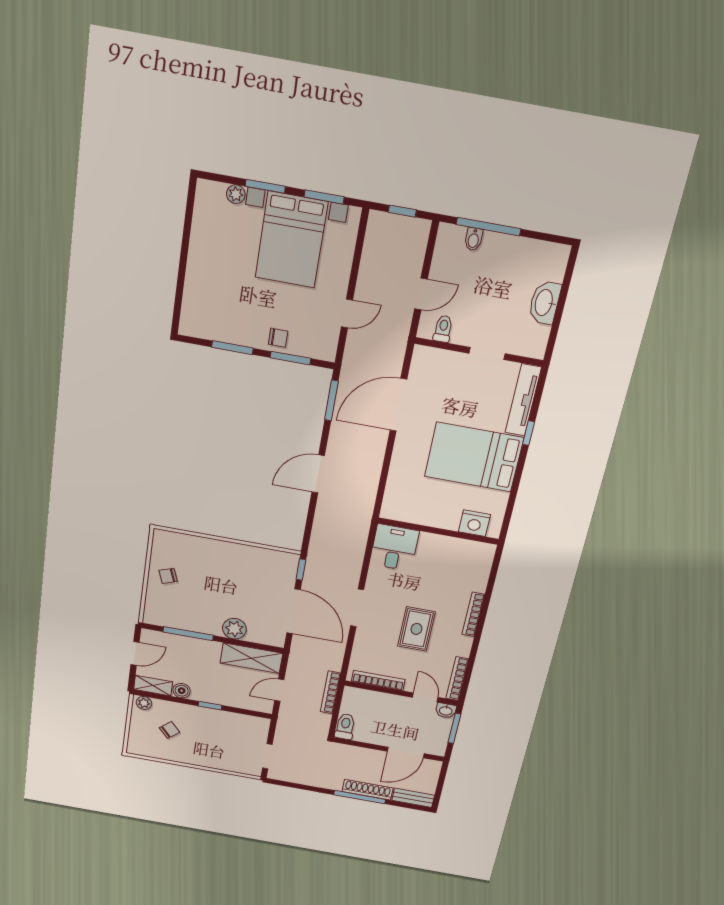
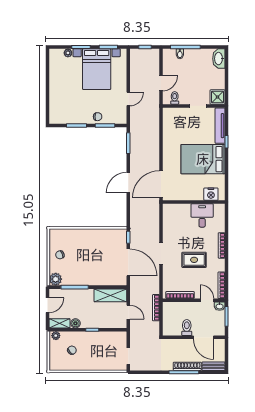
washbasin: (544, 303) -> (219, 59), moved
shower: (532, 343) -> (218, 97), added
door: (398, 405) -> (161, 184), moved
desk: (394, 548) -> (202, 215), moved
plant: (234, 629) -> (56, 279), moved
rug: (416, 629) -> (194, 260), turned 90
door: (279, 690) -> (128, 312), swing flipped
toilet: (345, 726) -> (187, 328), moved
door: (406, 752) -> (203, 337), hinge flipped

